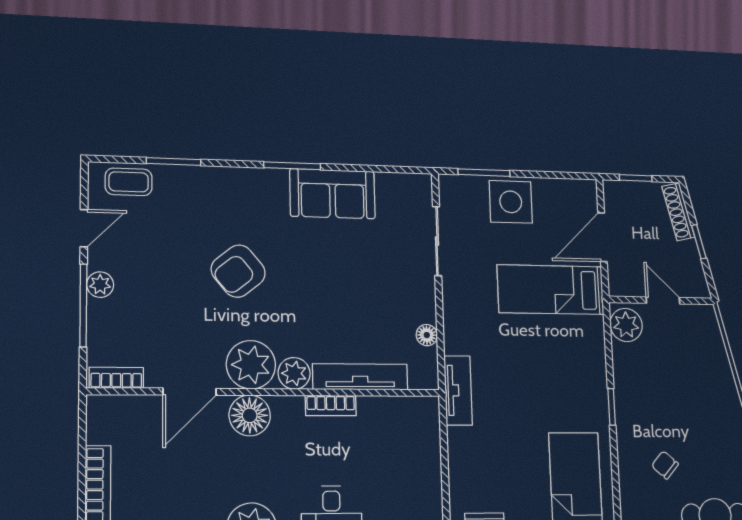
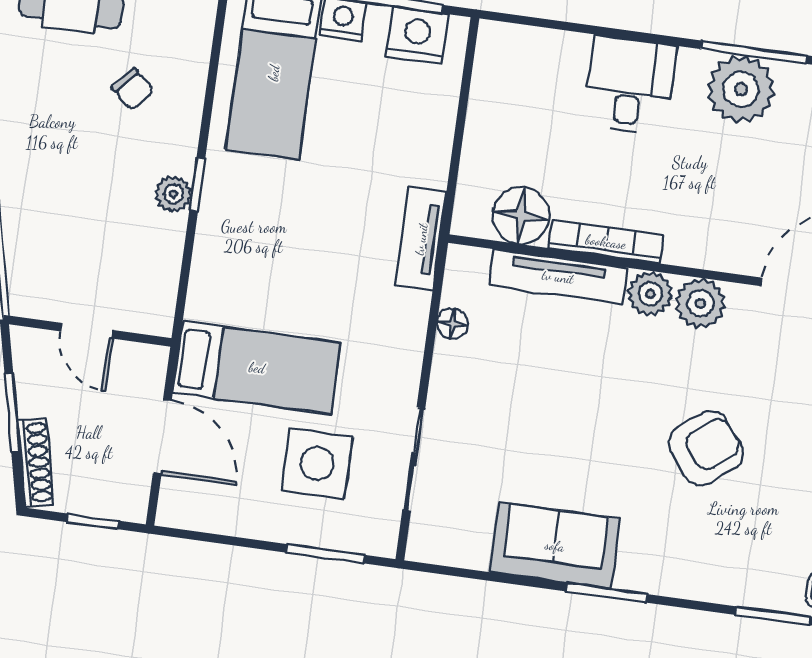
side table: (511, 202) -> (317, 464), moved
door: (603, 237) -> (162, 437), hinge flipped
window: (699, 242) -> (12, 413), width x1.50
plant: (626, 325) -> (173, 194), moved, width x0.73, depth x0.73
plant: (251, 365) -> (700, 303), width x0.73, depth x0.73
bookcase: (331, 406) -> (606, 242), width x1.56
floor lamp: (250, 415) -> (521, 216), moved

